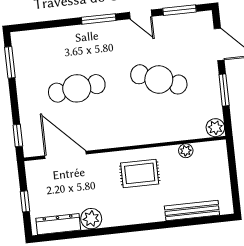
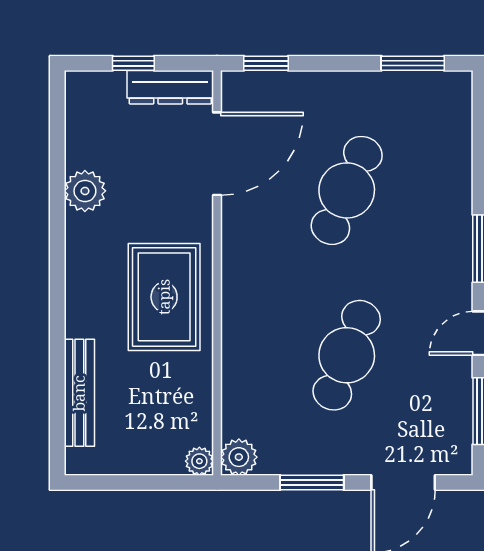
cafe table: (77, 88) -> (347, 190), turned 30
plant: (186, 151) -> (199, 461), moved
rug: (140, 173) -> (164, 297), width x1.36, depth x1.43
dresser: (58, 224) -> (170, 87), moved, turned 90

